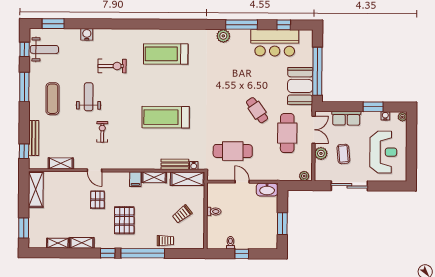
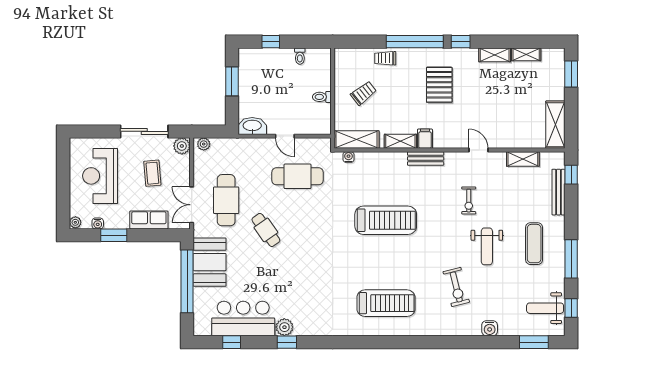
window: (242, 25) -> (287, 342), width x0.46
plant: (223, 36) -> (284, 327), moved
exercise bike: (112, 66) -> (456, 287), turned -104
plant: (321, 153) -> (182, 146), moved
bench: (175, 164) -> (426, 158), moved
pallet: (97, 200) -> (474, 111), removed
window: (242, 254) -> (271, 42), moved

